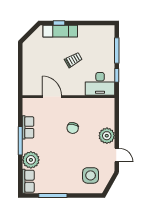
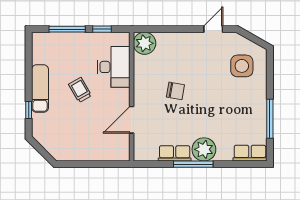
exam couch: (60, 31) -> (40, 89), moved
desk: (100, 84) -> (114, 67), moved
plant: (107, 136) -> (144, 43), moved
plant: (31, 160) -> (204, 149), moved

